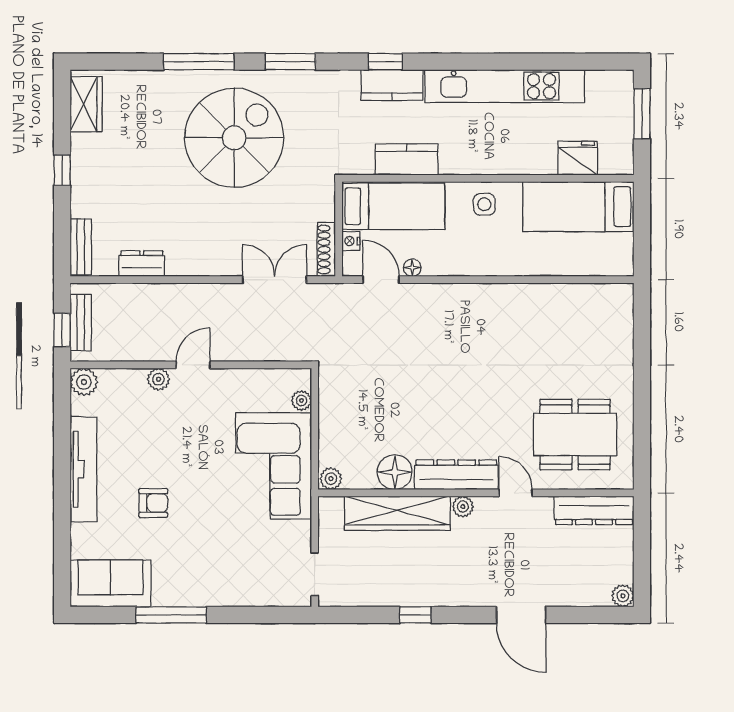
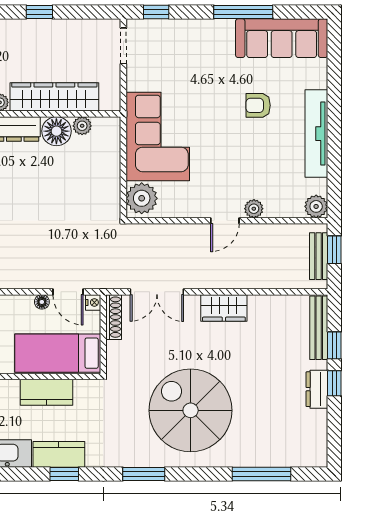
window: (199, 62) -> (261, 474), moved
wardrobe: (86, 104) -> (224, 308), moved, turned -90
spiral stairs: (234, 138) -> (191, 410), turned 90
window: (62, 216) -> (334, 345), added
nightstand: (351, 241) -> (93, 302), moved
bench: (81, 247) -> (319, 328), width x1.36
dresser: (142, 264) -> (317, 389), moved, turned 90
plant: (301, 401) -> (142, 198), width x1.88, depth x1.88
plant: (331, 479) -> (82, 126), moved
sofa: (111, 584) -> (282, 38), width x1.36
window: (276, 615) -> (156, 12), added

